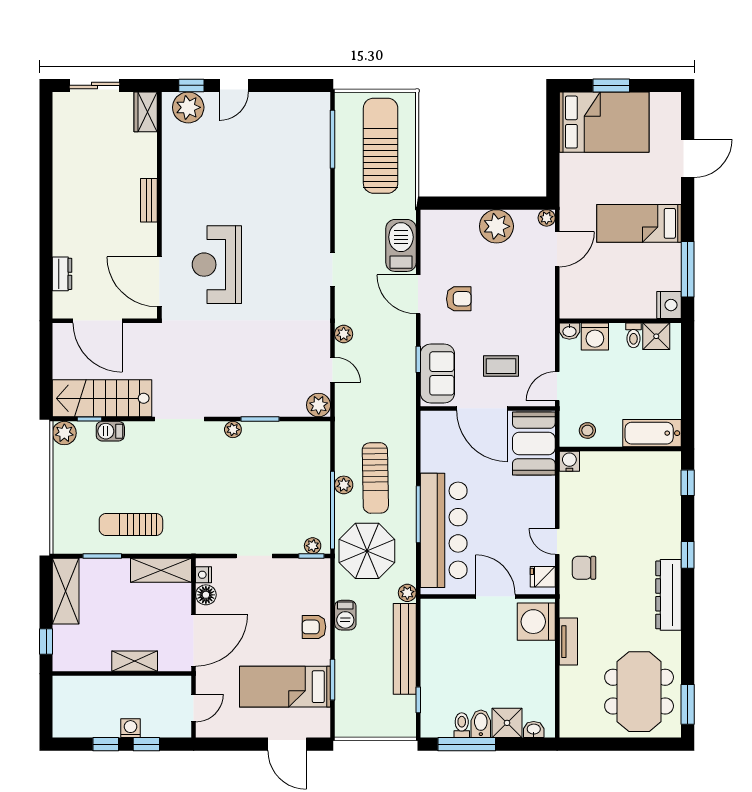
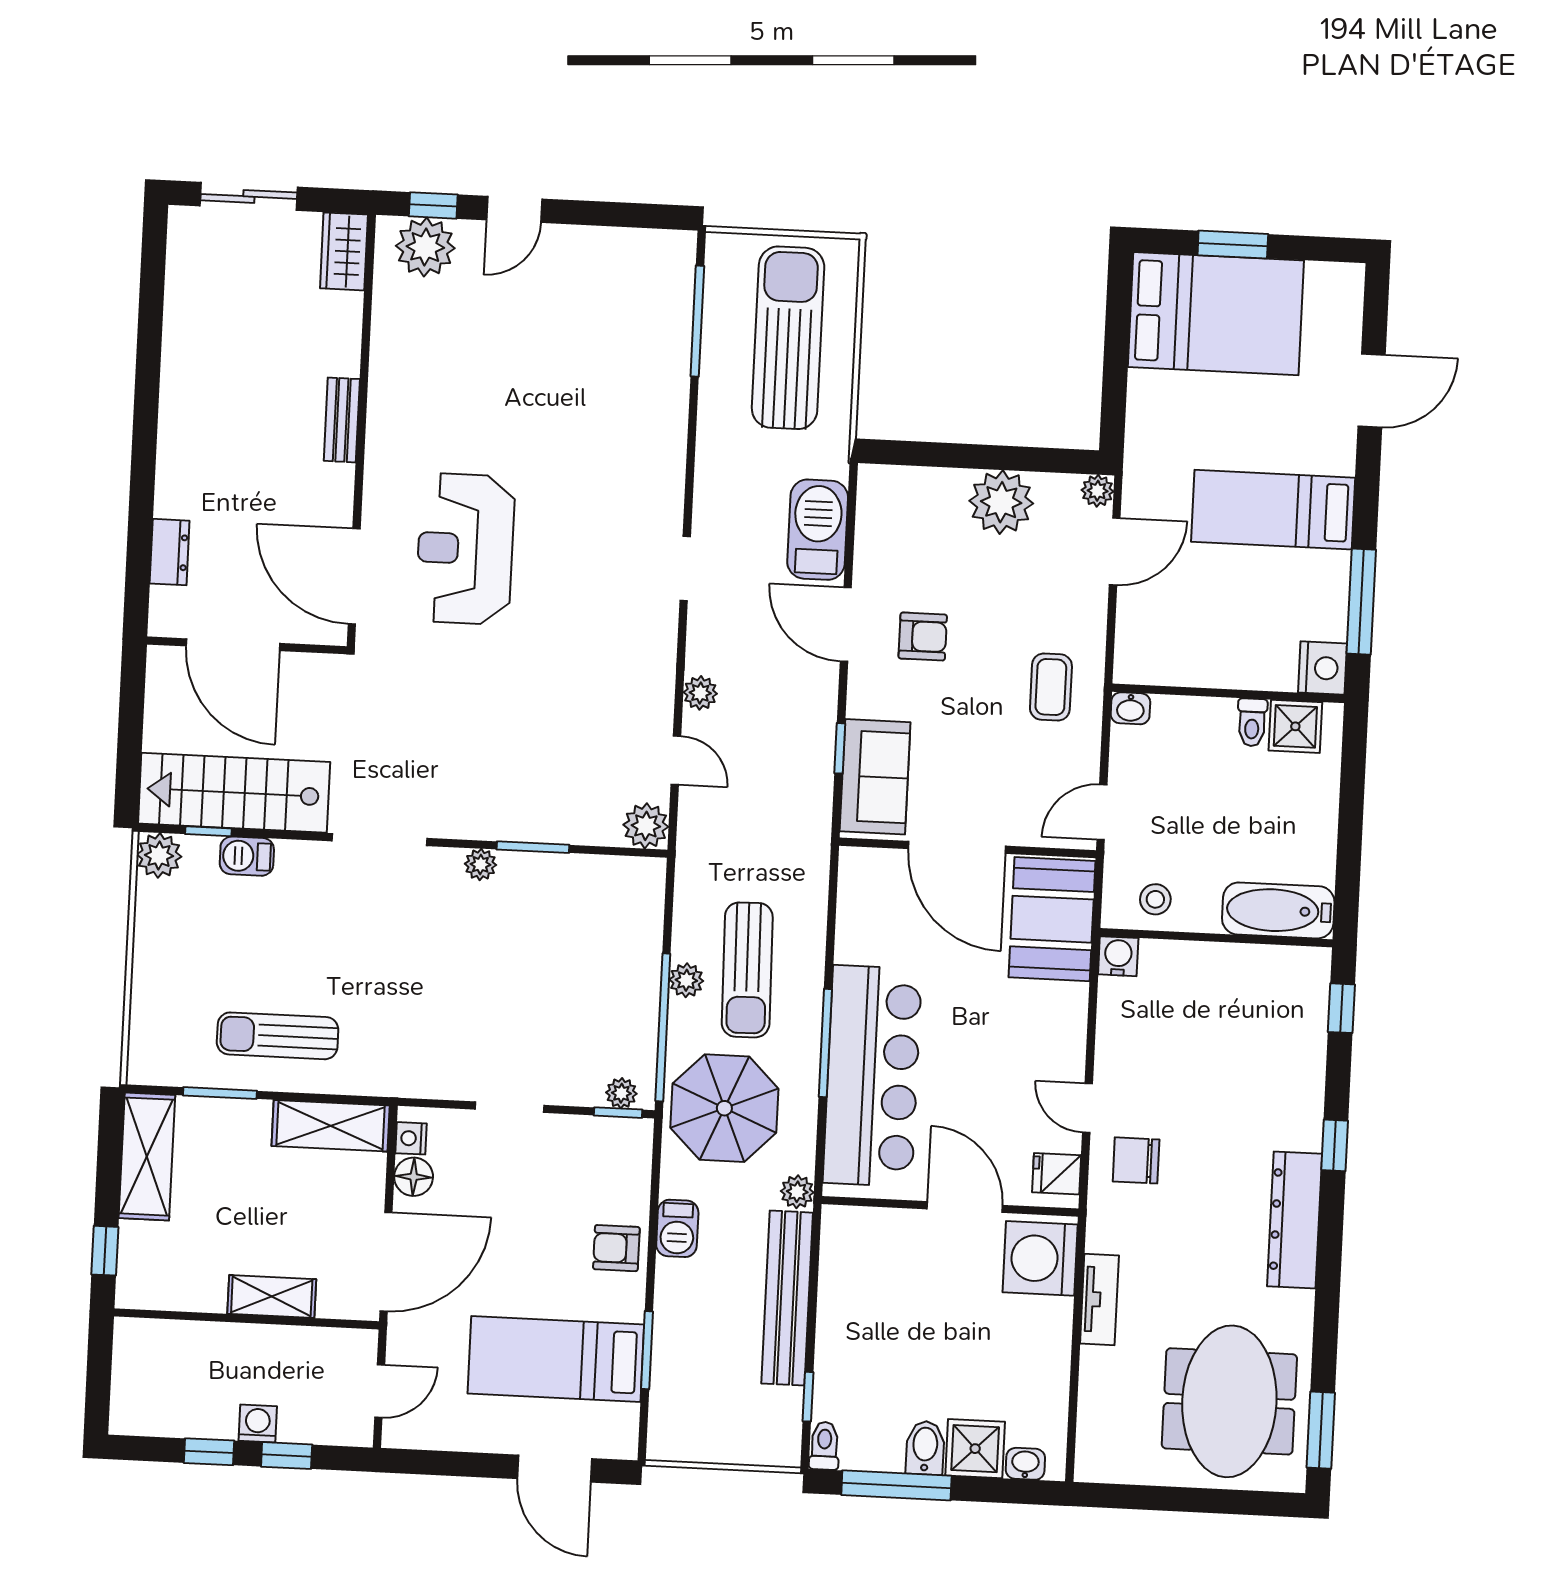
washing machine: (595, 336) -> (1178, 721), removed
coffee table: (501, 366) -> (1051, 687), moved, turned 90
toilet: (462, 725) -> (824, 1446), moved

